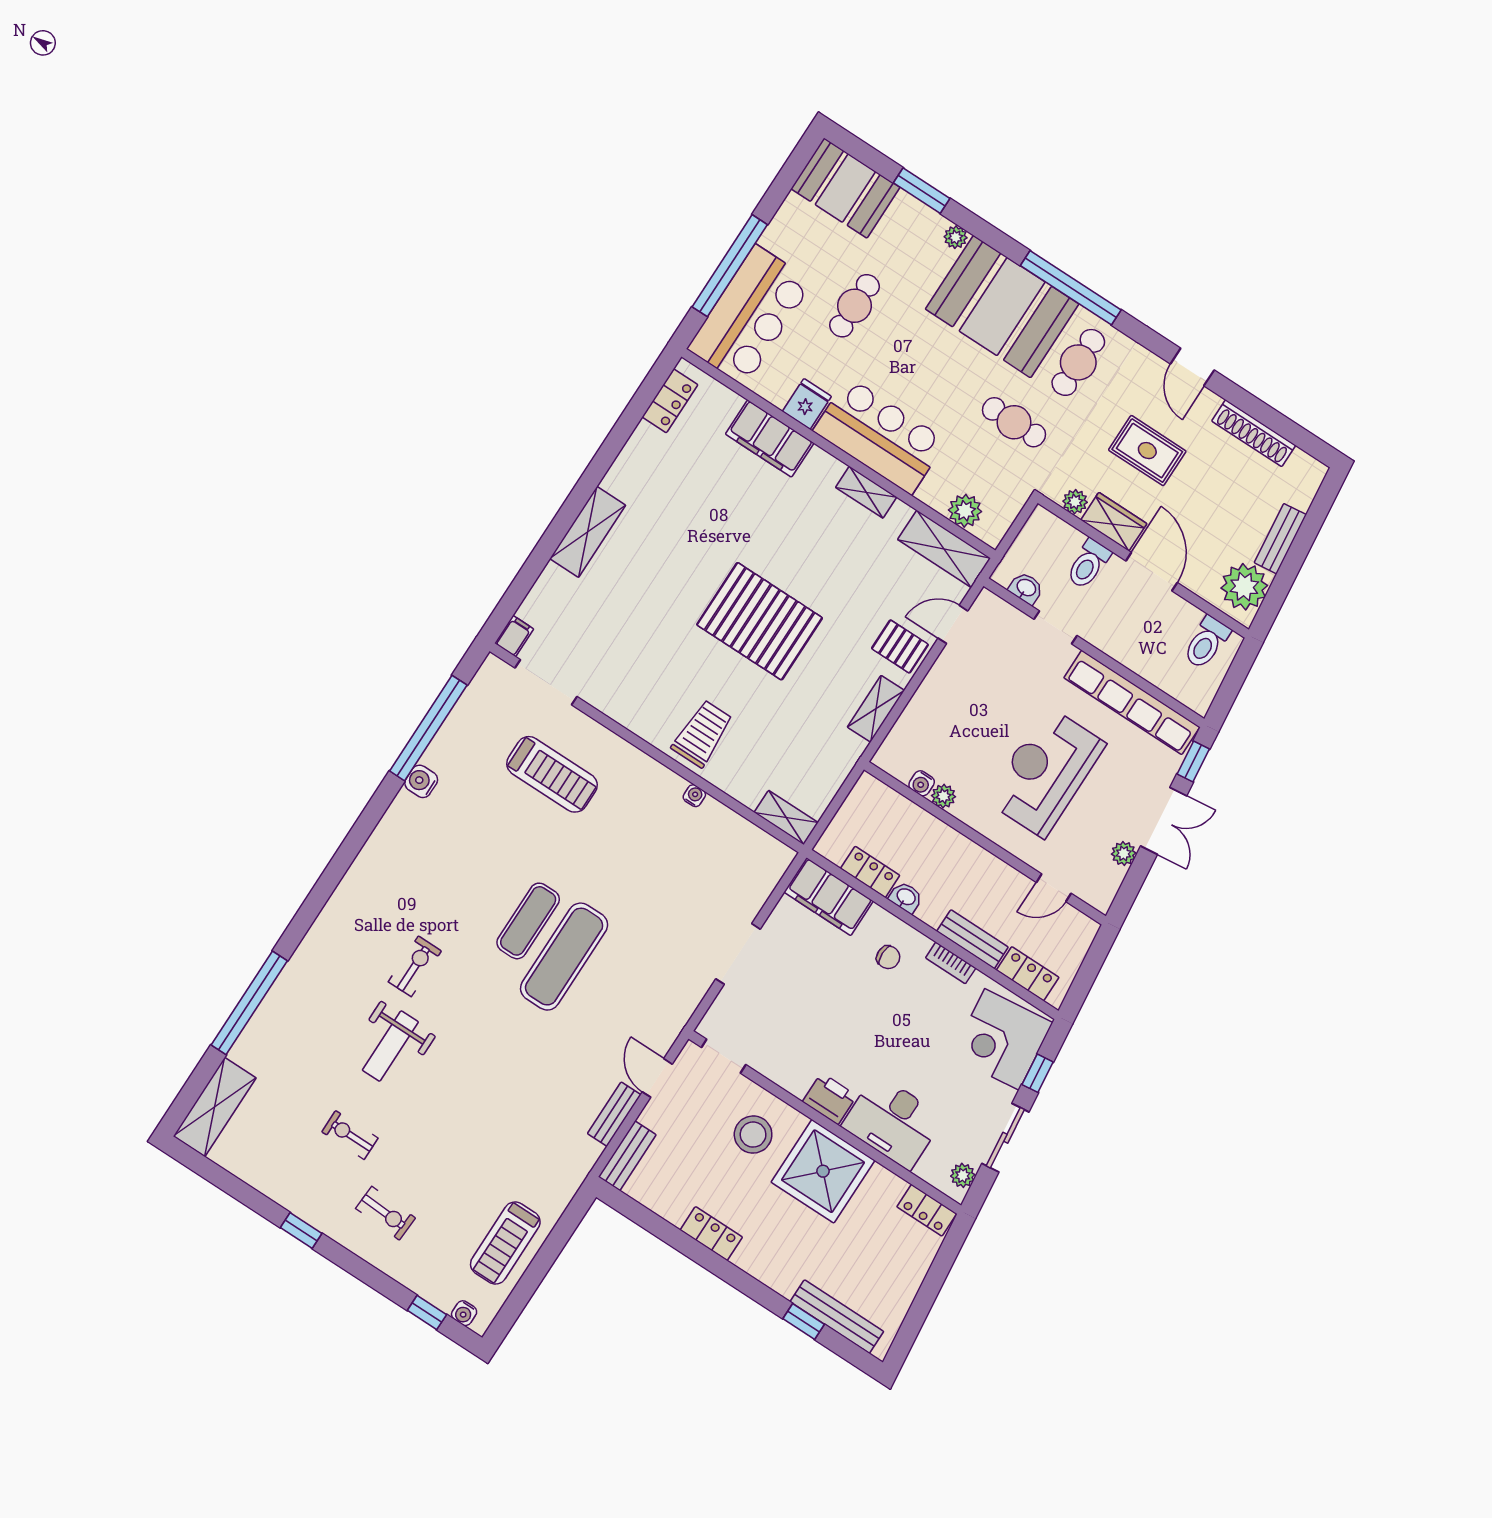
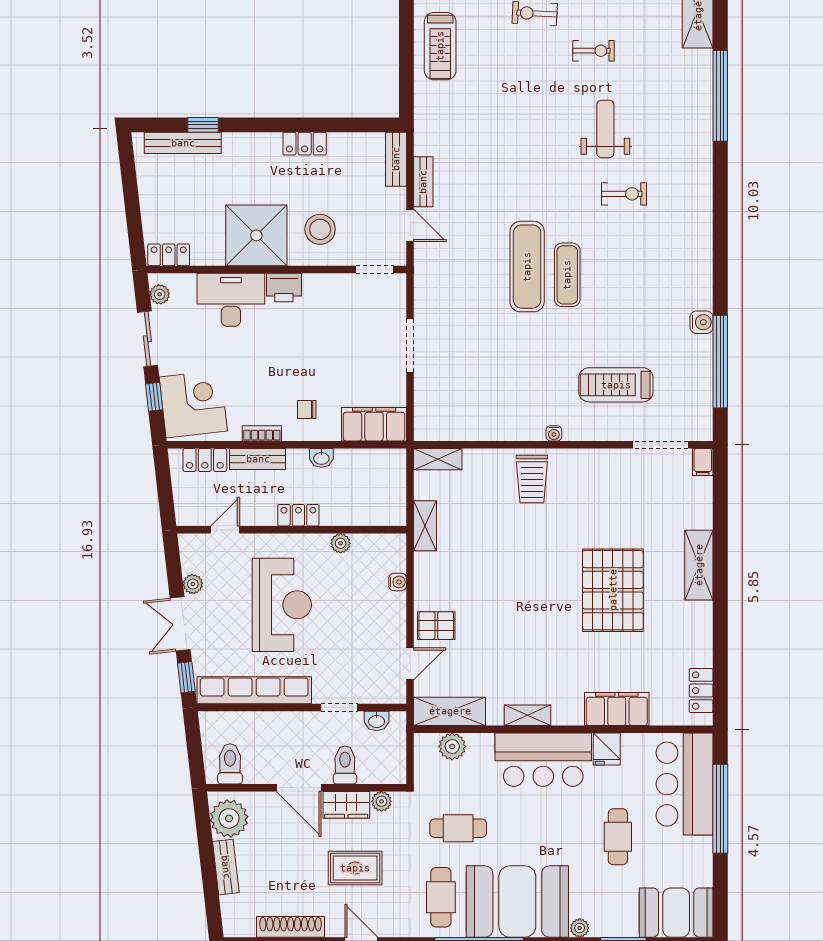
pallet: (760, 621) -> (613, 590), moved, turned 90
shelving: (876, 709) -> (425, 526), moved
water cooler: (922, 783) -> (398, 582), moved, turned 90
water cooler: (694, 796) -> (554, 433), moved
locker: (870, 872) -> (298, 515), moved, turned 180
exercise bike: (415, 966) -> (624, 194), turned -90
treadmill: (505, 1243) -> (440, 46), turned 180

